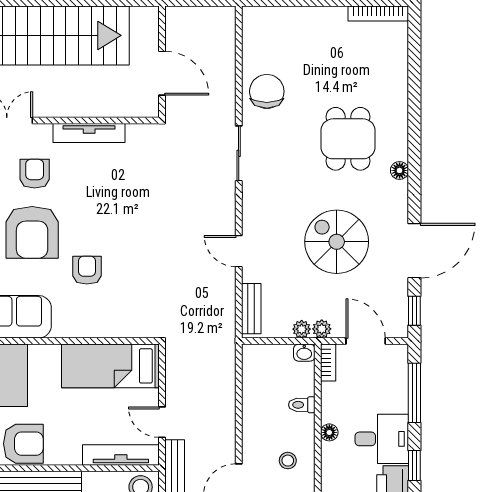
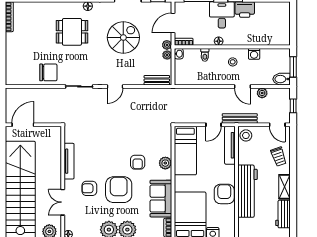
door: (162, 73) -> (23, 125), moved
chair: (267, 91) -> (48, 72), turned 180
armchair: (32, 232) -> (119, 190), turned -90
spiral stairs: (337, 242) -> (123, 37), turned 180
door: (239, 251) -> (115, 86), moved
armchair: (87, 270) -> (138, 162), turned -90
plant: (85, 326) -> (165, 163), added

